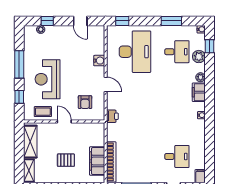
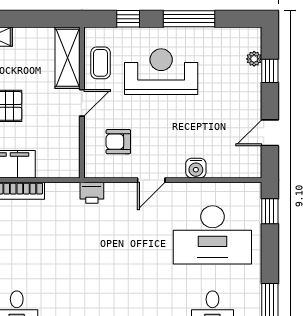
shelving: (30, 142) -> (68, 58), moved, turned 90

